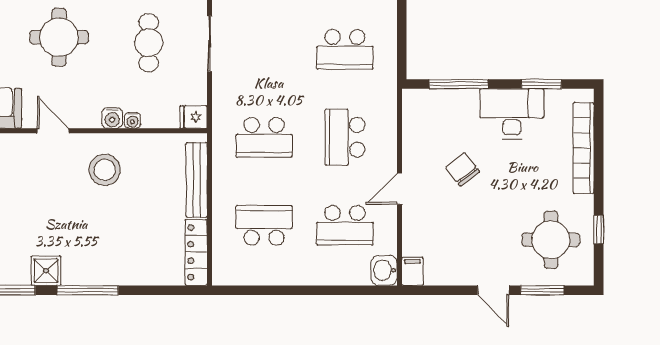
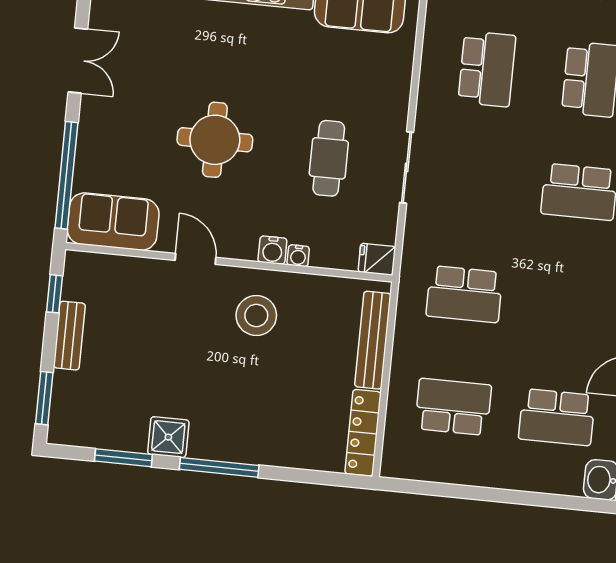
school desk: (345, 137) -> (568, 305), removed

